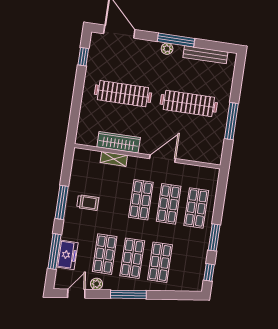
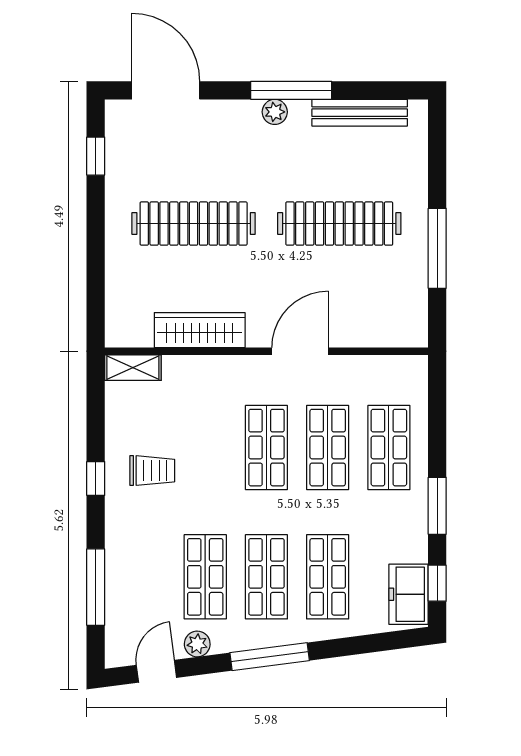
shelving: (114, 159) -> (133, 368), moved
window: (62, 202) -> (96, 478), width x0.46
freezer: (67, 255) -> (409, 594), moved, turned 180

